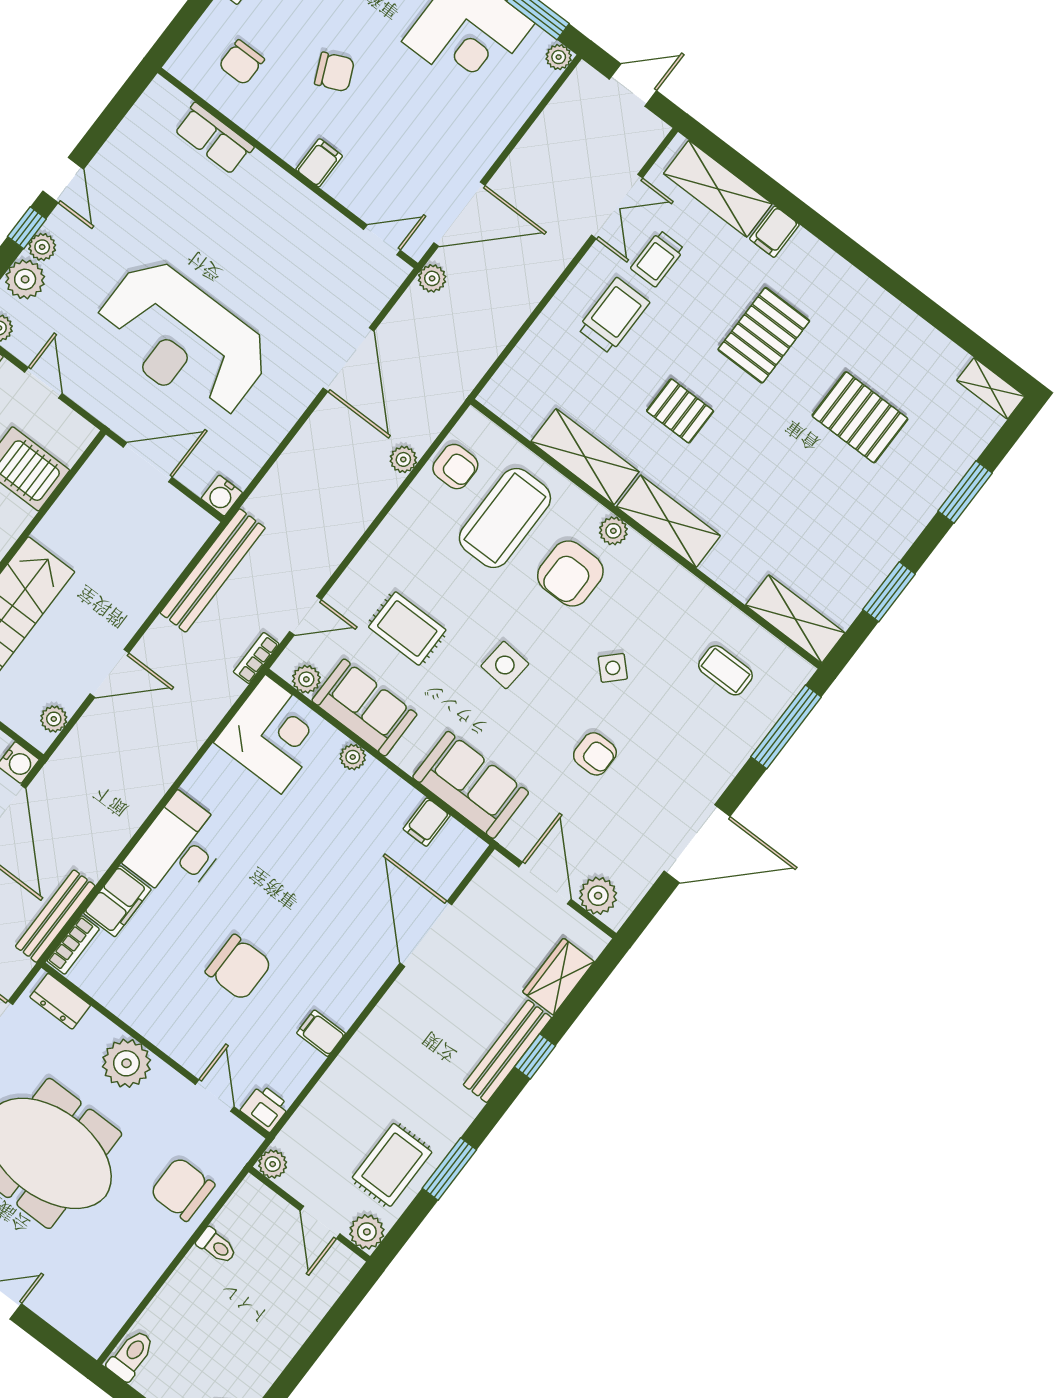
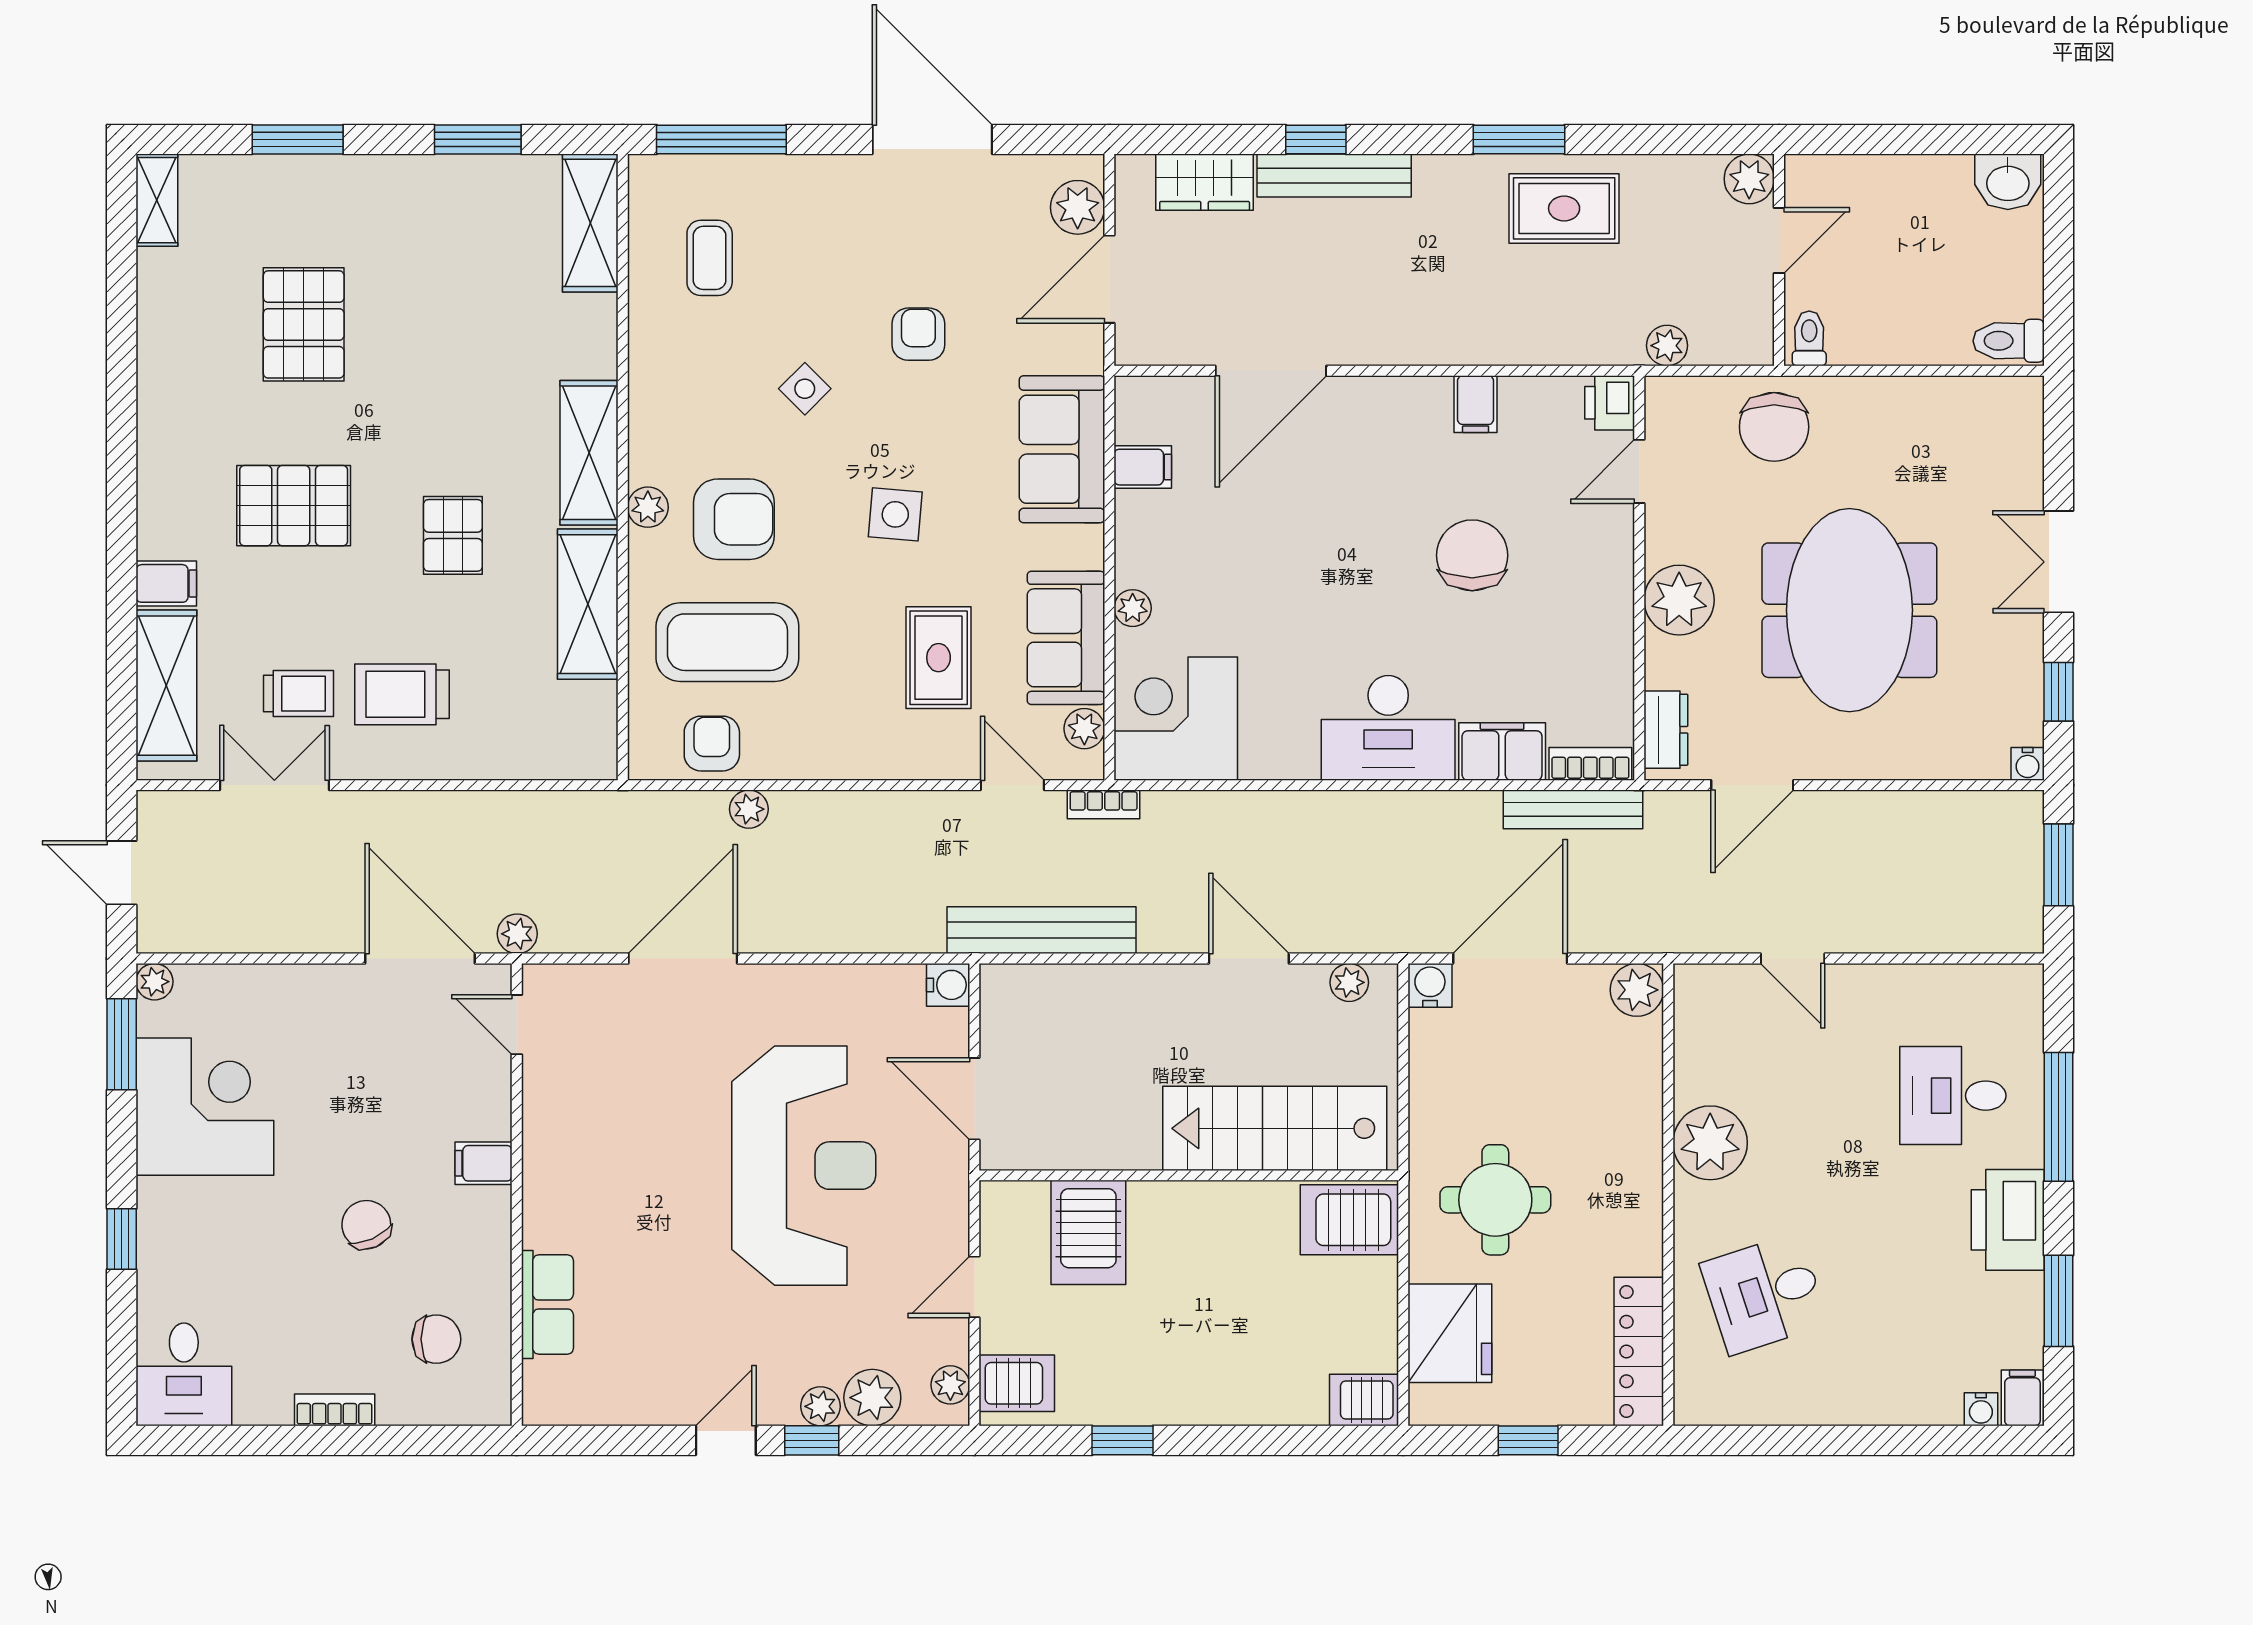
wall: (309, 1214) -> (1779, 260), moved
door: (320, 1222) -> (1779, 241), moved
plant: (367, 1232) -> (1749, 179), moved

